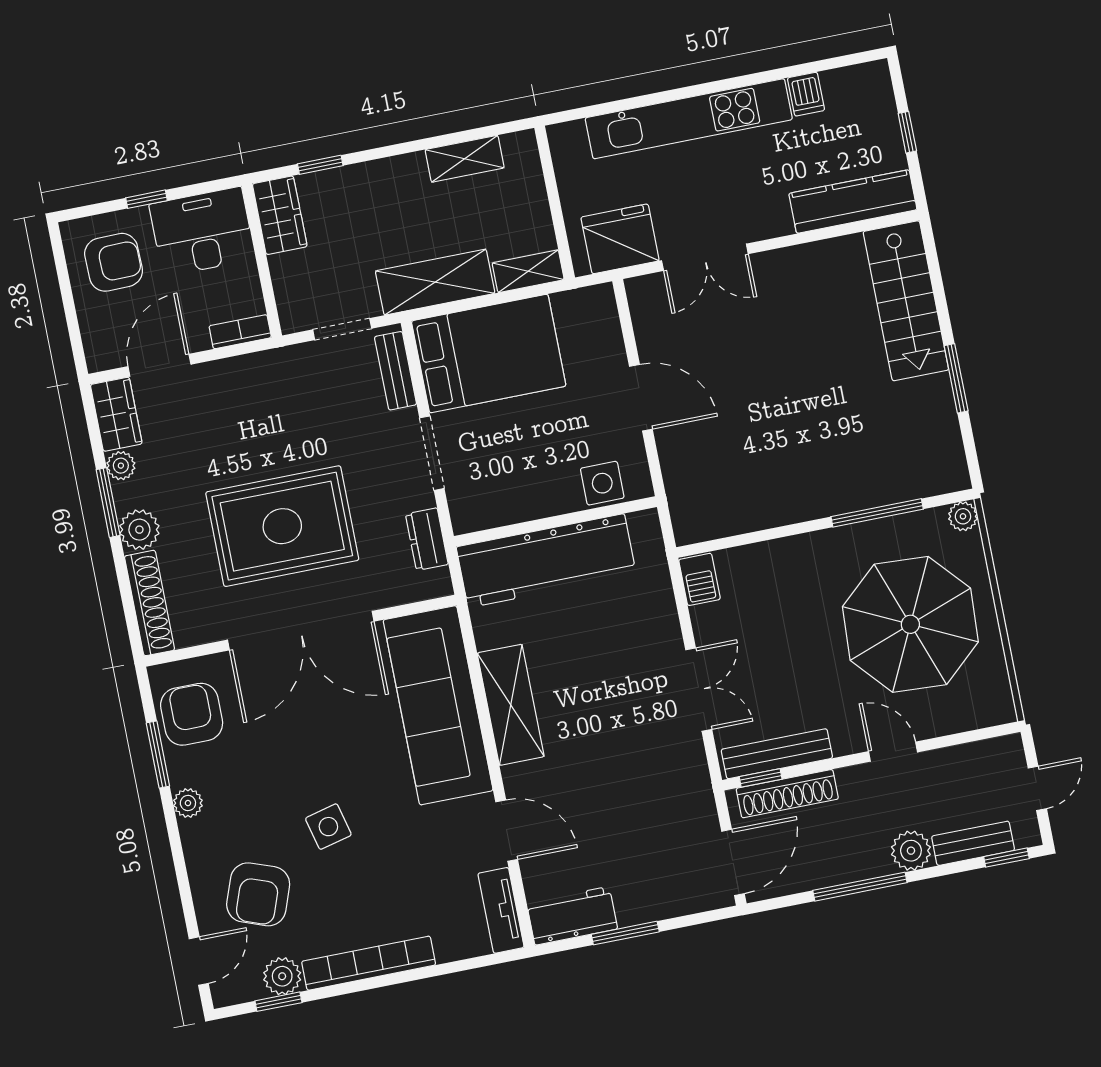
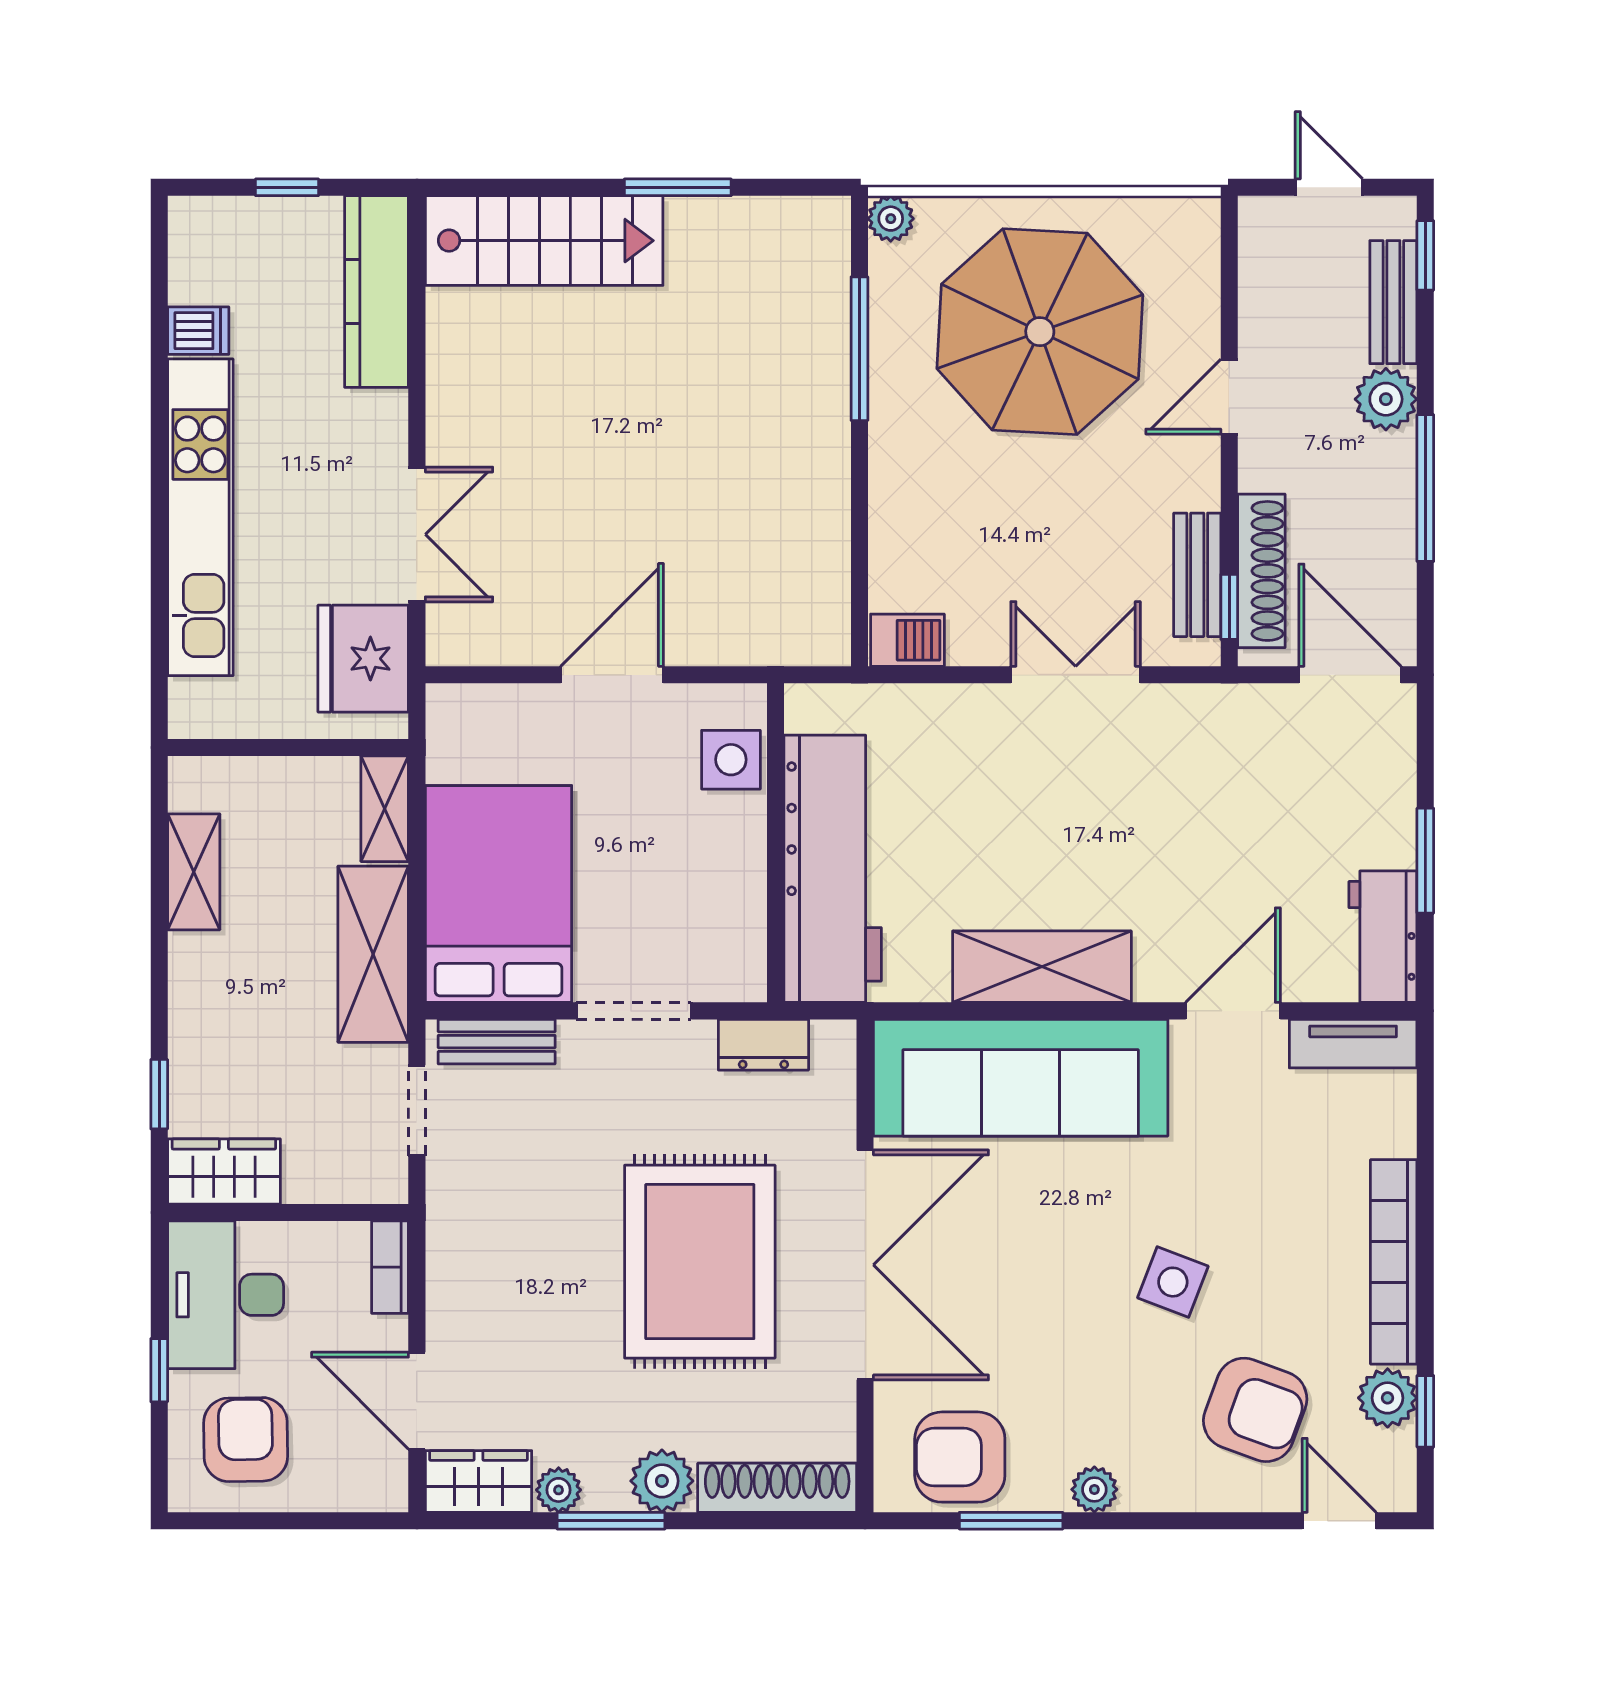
bench: (777, 754) -> (1197, 575), width x0.73
side table: (328, 827) -> (1173, 1282), turned 35

